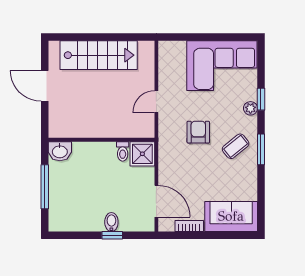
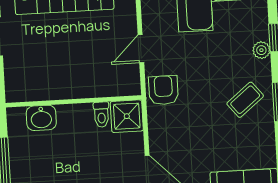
armchair: (198, 132) -> (163, 90), moved
washbasin: (60, 151) -> (41, 118), moved

